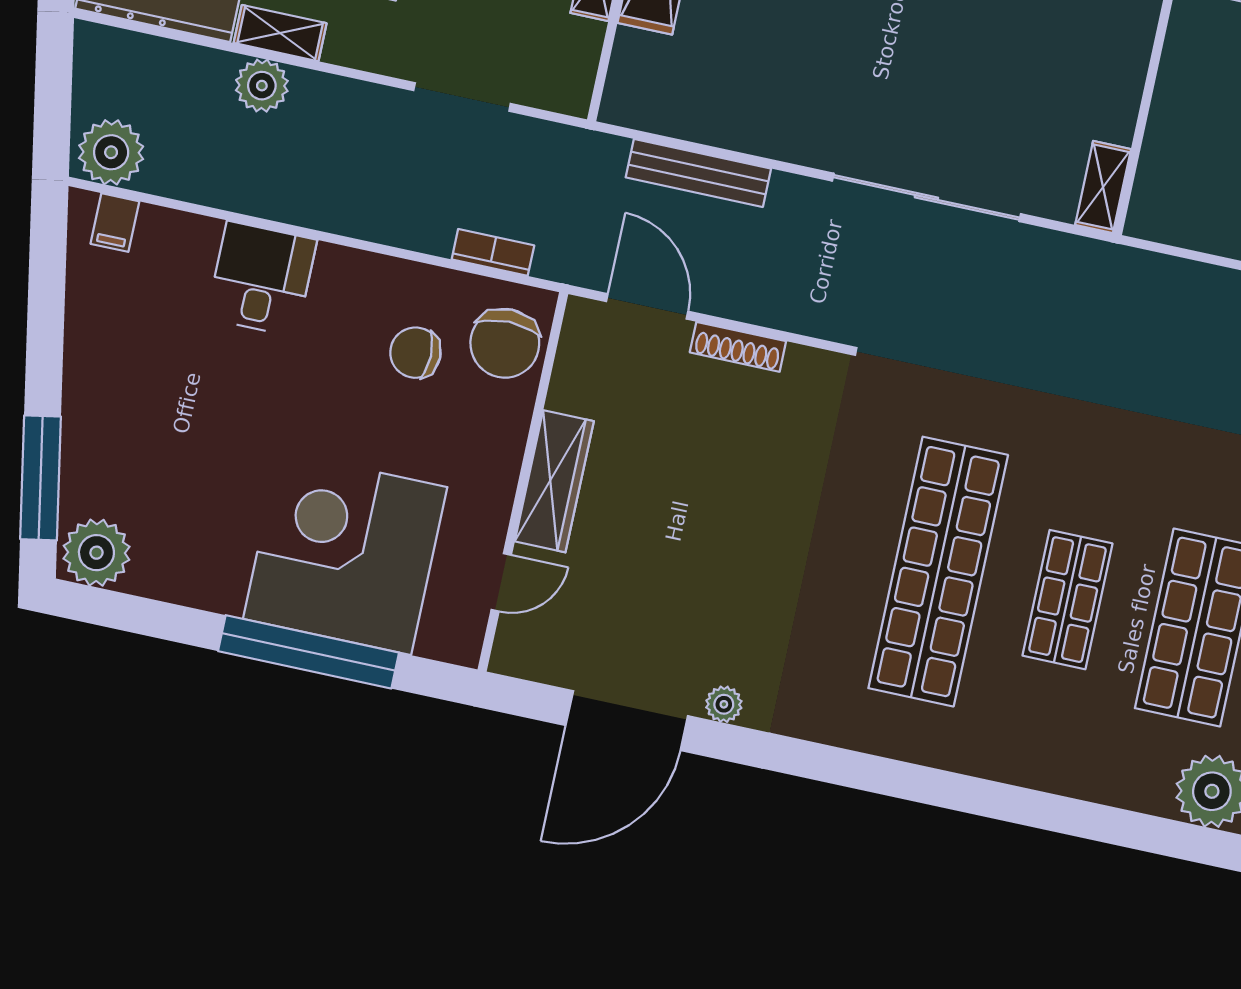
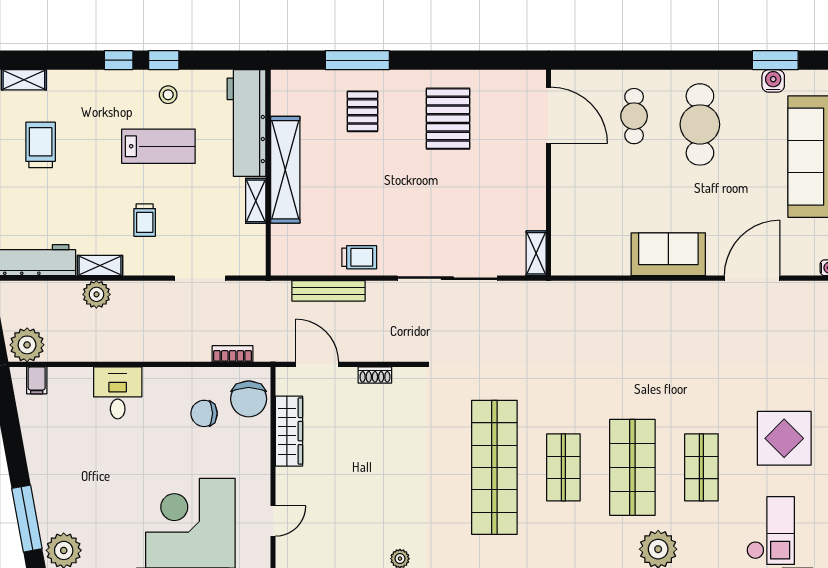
trolley: (770, 123) -> (359, 257), added
shoe rack: (738, 347) -> (375, 375), width x0.70
wardrobe: (554, 481) -> (289, 431), moved

